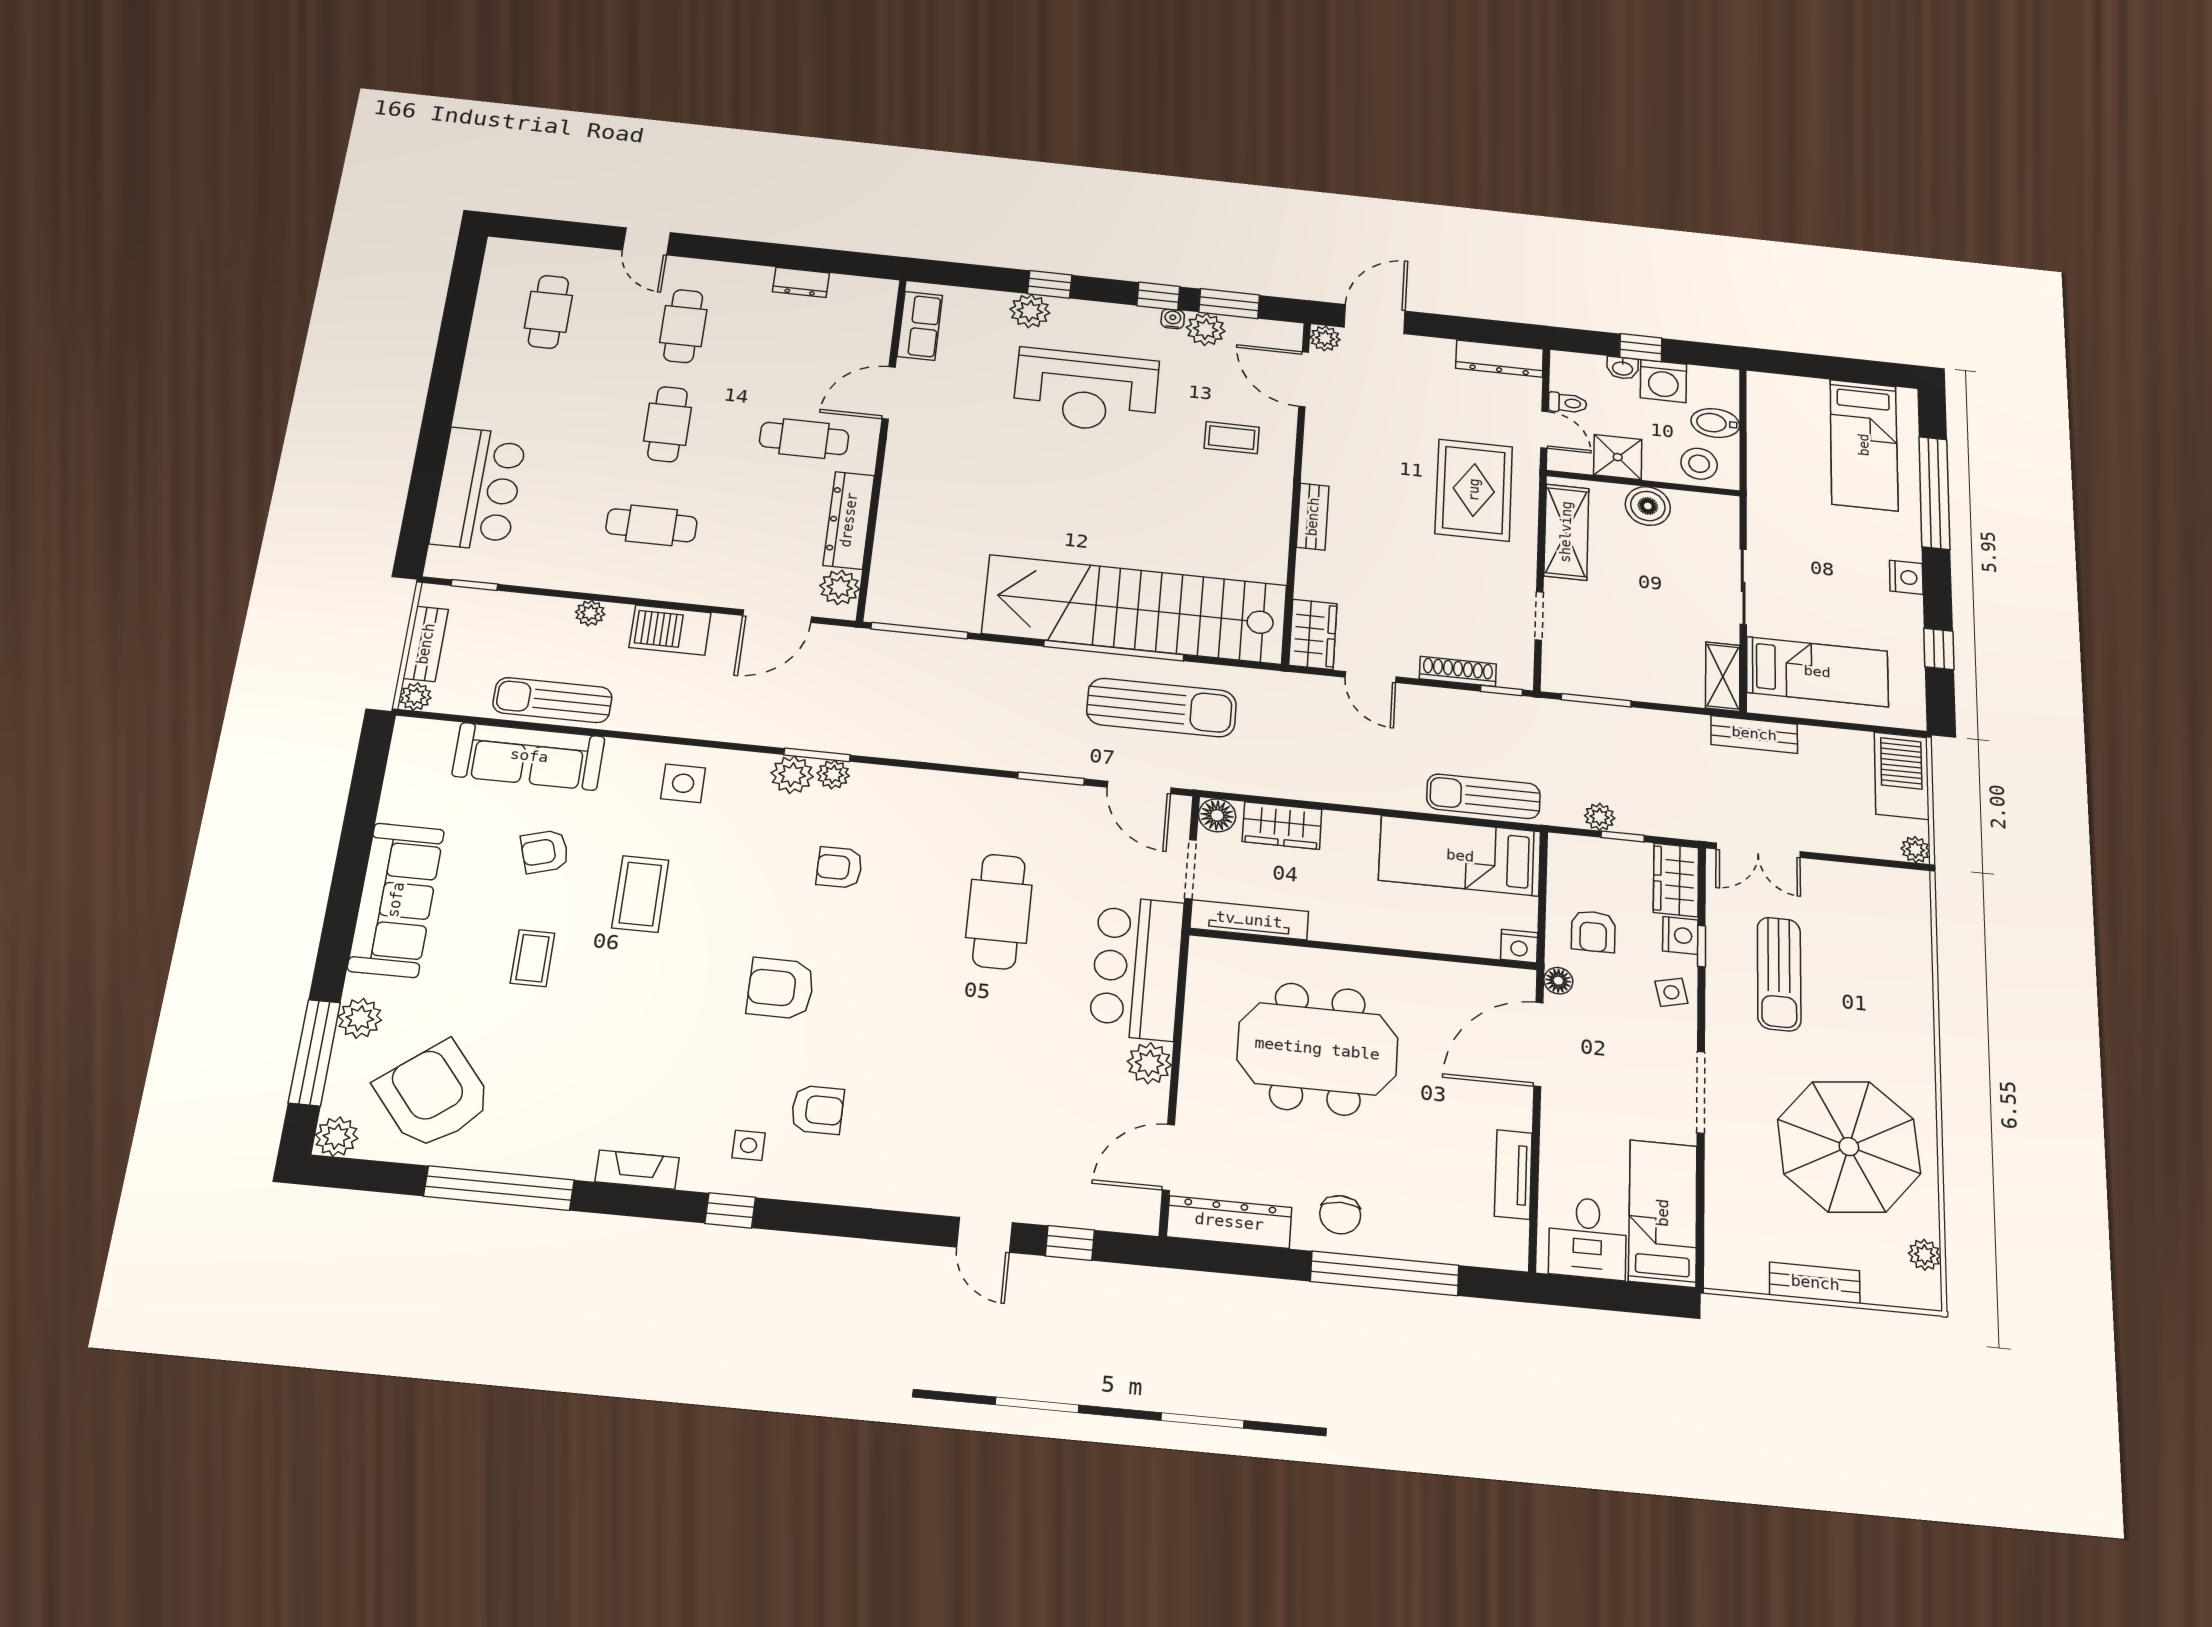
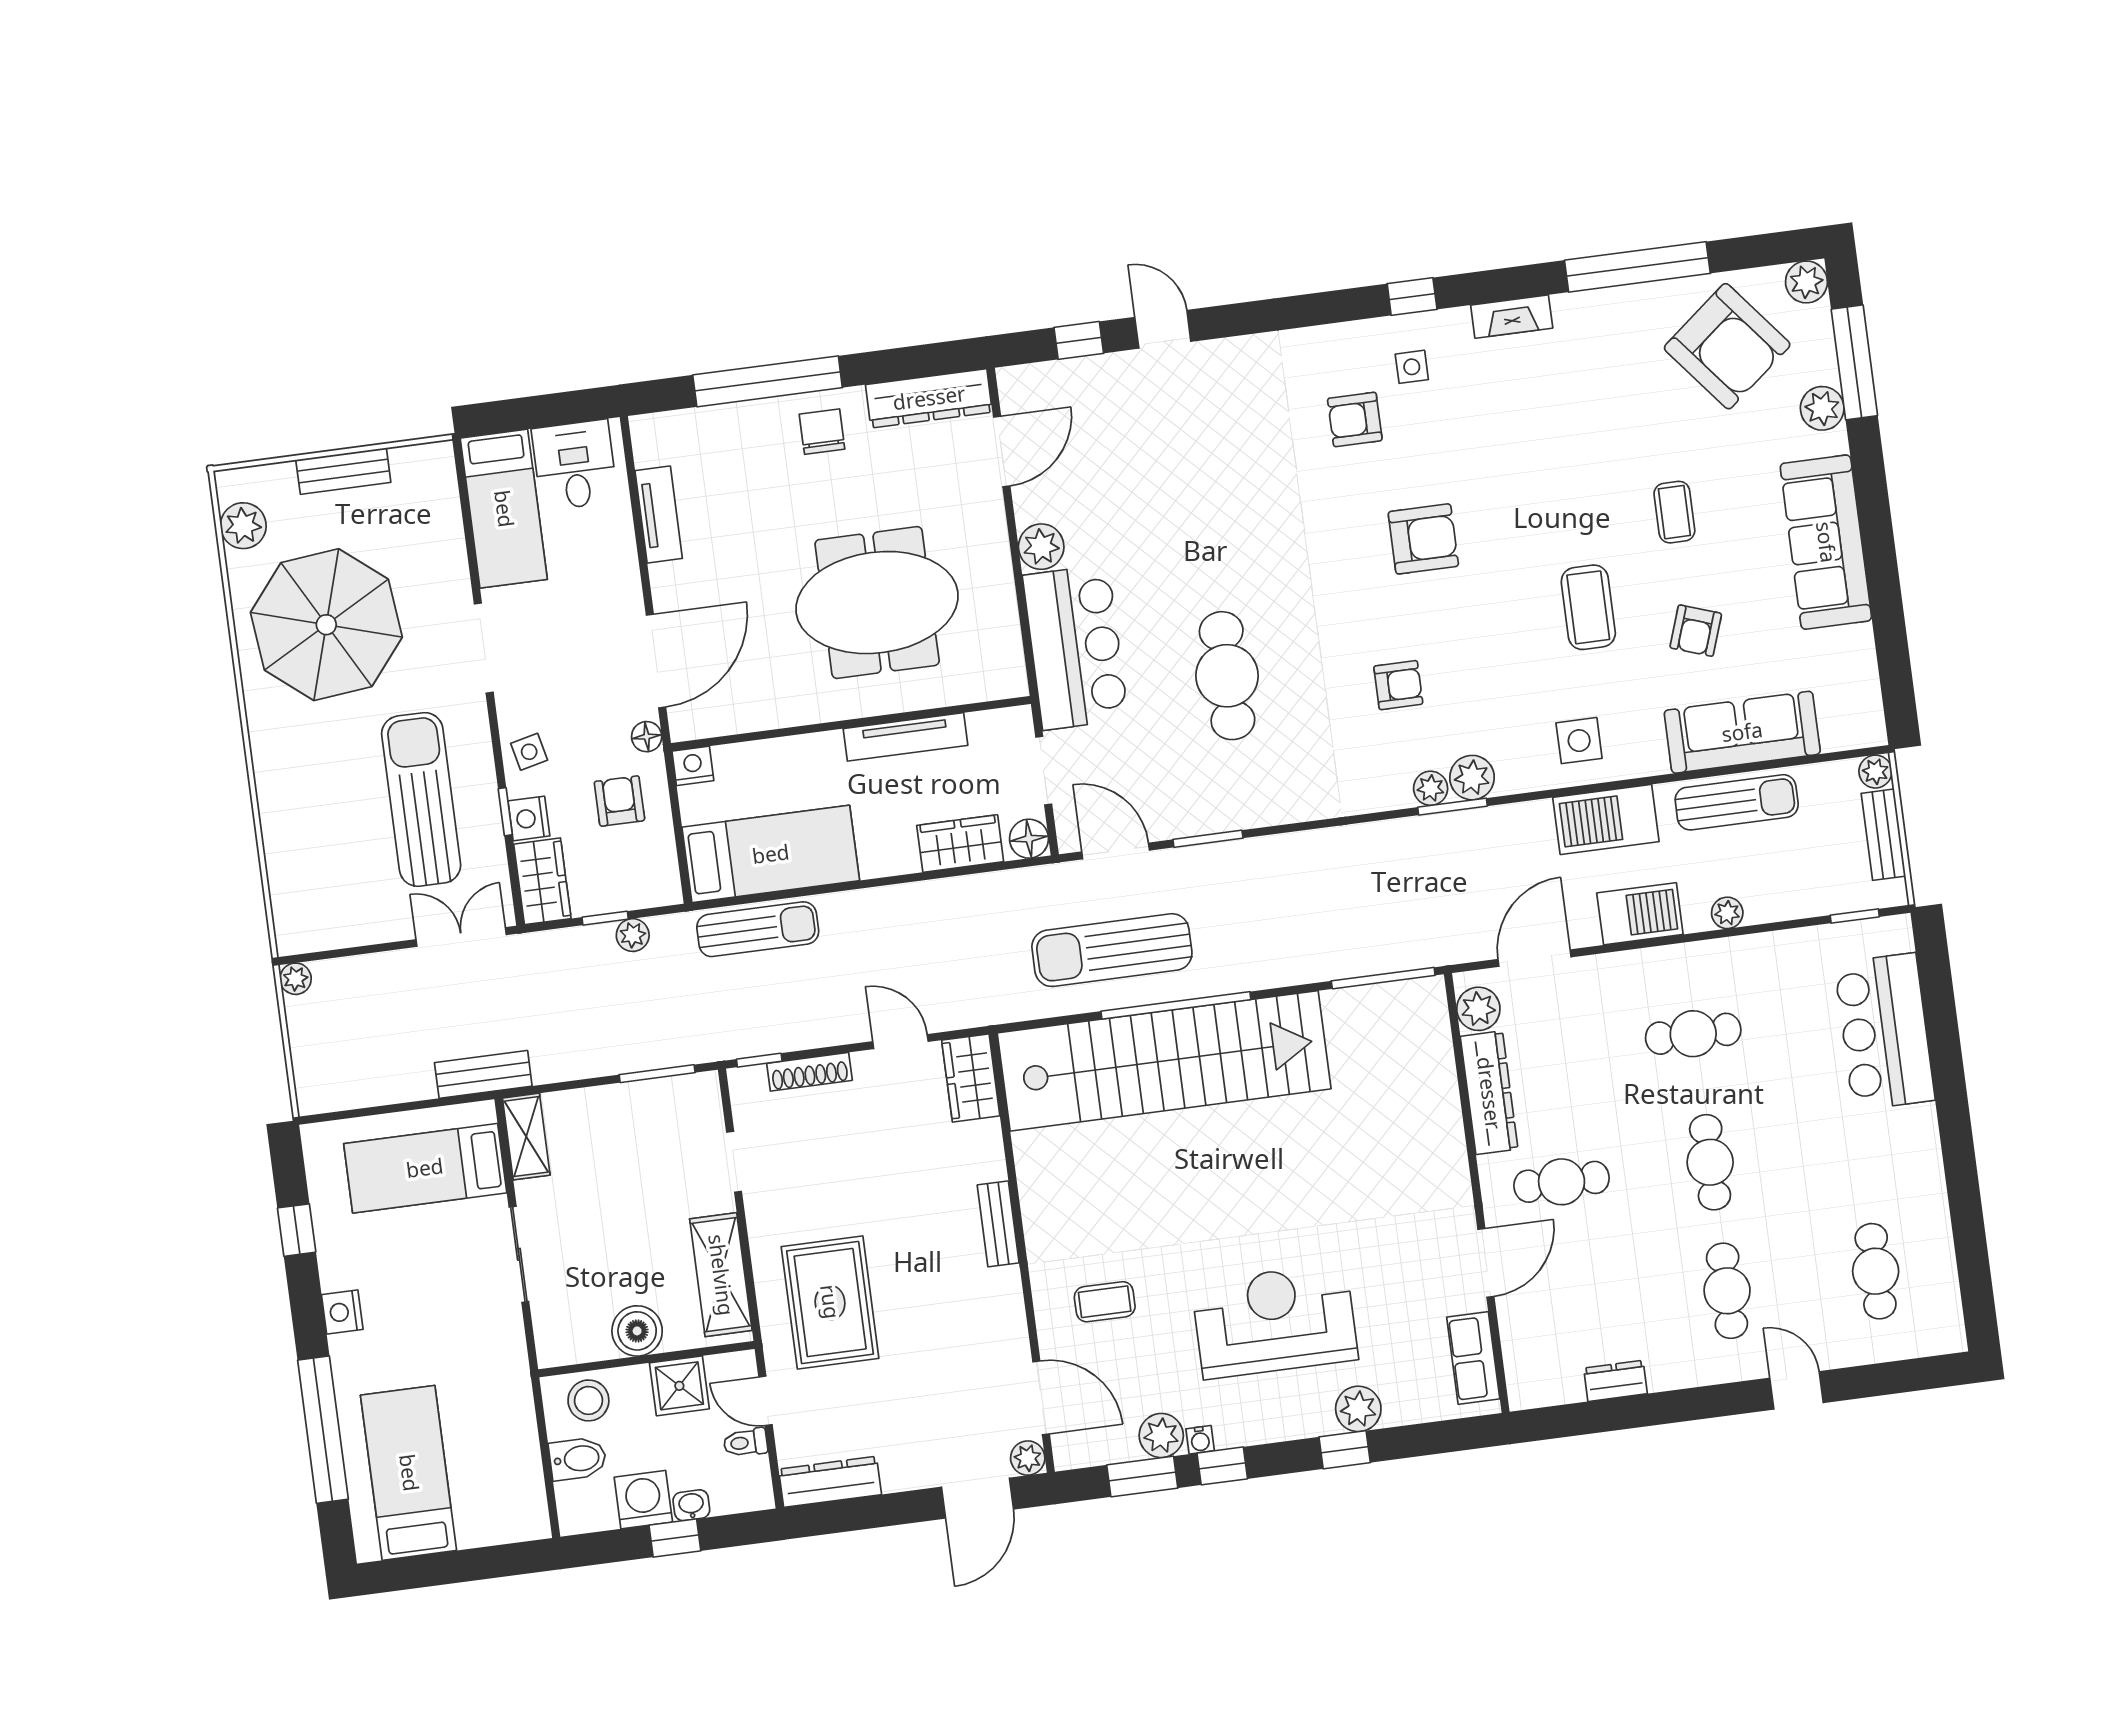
barbecue: (1902, 776) -> (1606, 820), moved, turned 90
armchair: (545, 851) -> (1696, 631), turned 126
tv unit: (1249, 920) -> (905, 737), moved
sun lounger: (1779, 974) -> (421, 799), width x1.36, depth x1.34
plant: (1925, 1255) -> (243, 526), width x1.38, depth x1.38

